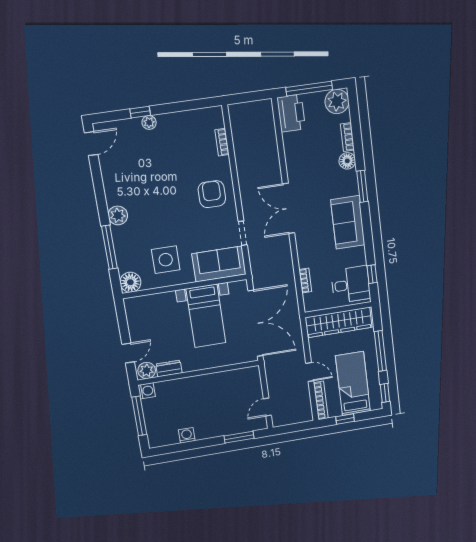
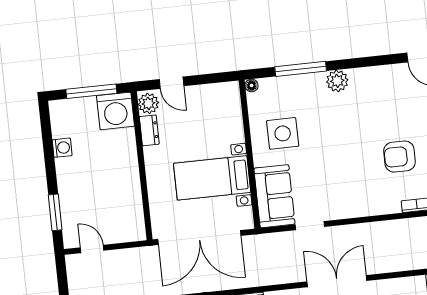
armchair: (212, 194) -> (399, 157), moved, turned 180
floor lamp: (130, 282) -> (252, 85), width x0.53, depth x0.53
washing machine: (147, 391) -> (116, 111), width x1.89, depth x1.89

